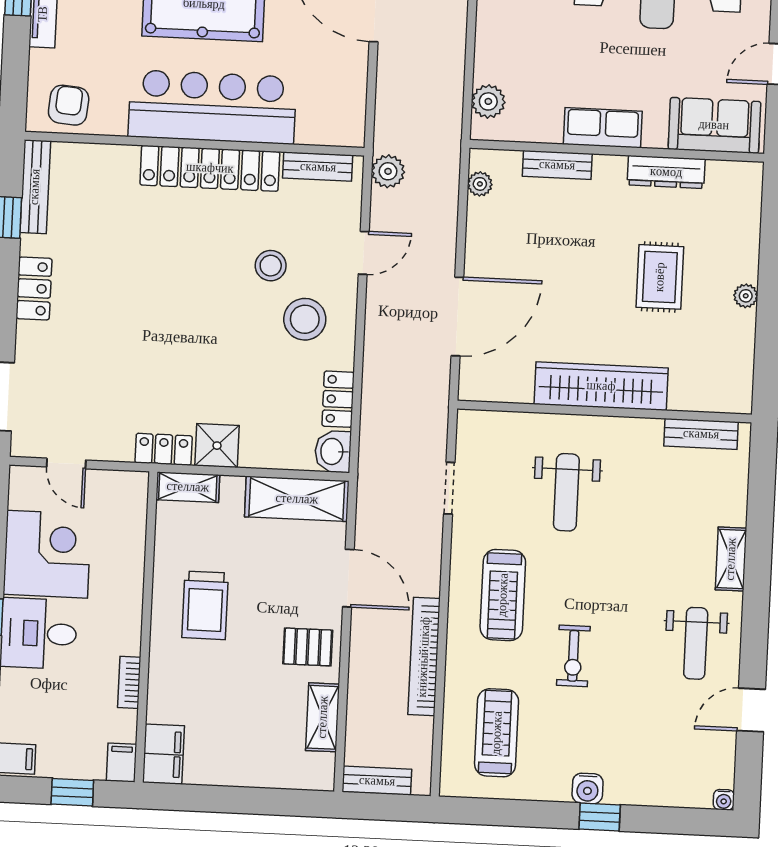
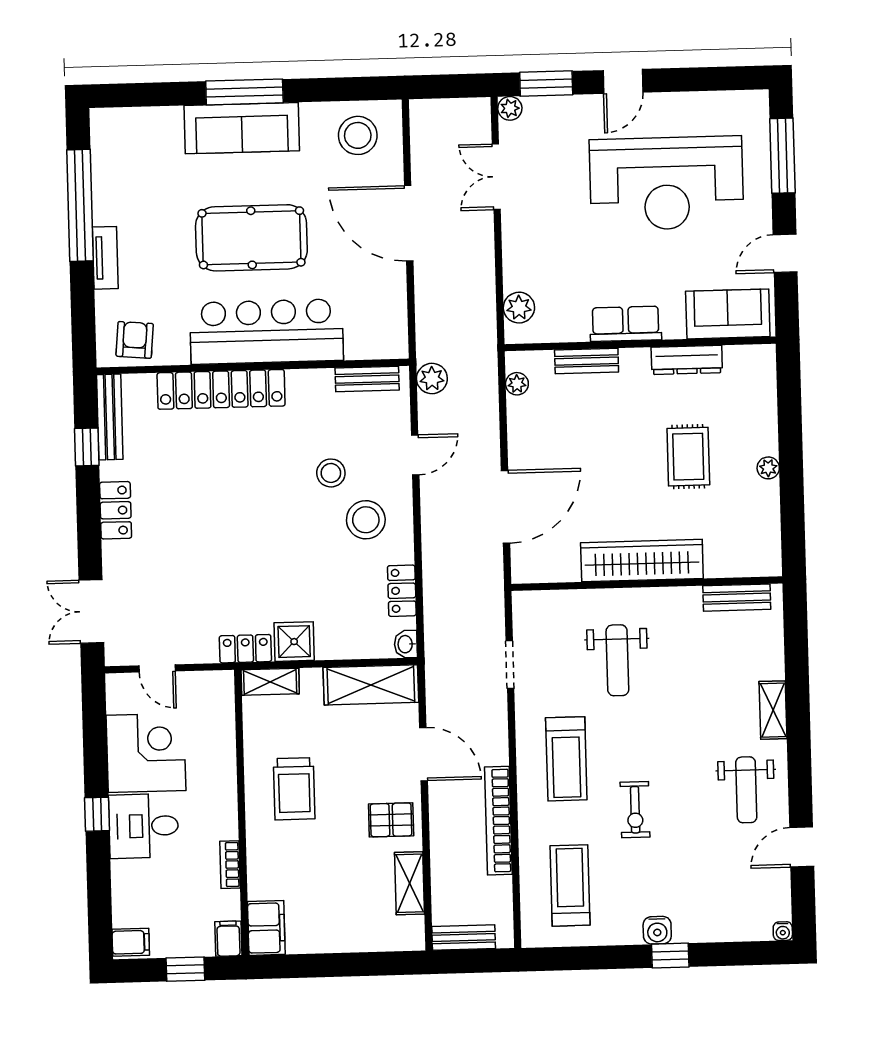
locker: (210, 168) -> (221, 389), moved
washbasin: (333, 452) -> (406, 644), width x0.72, depth x0.69

